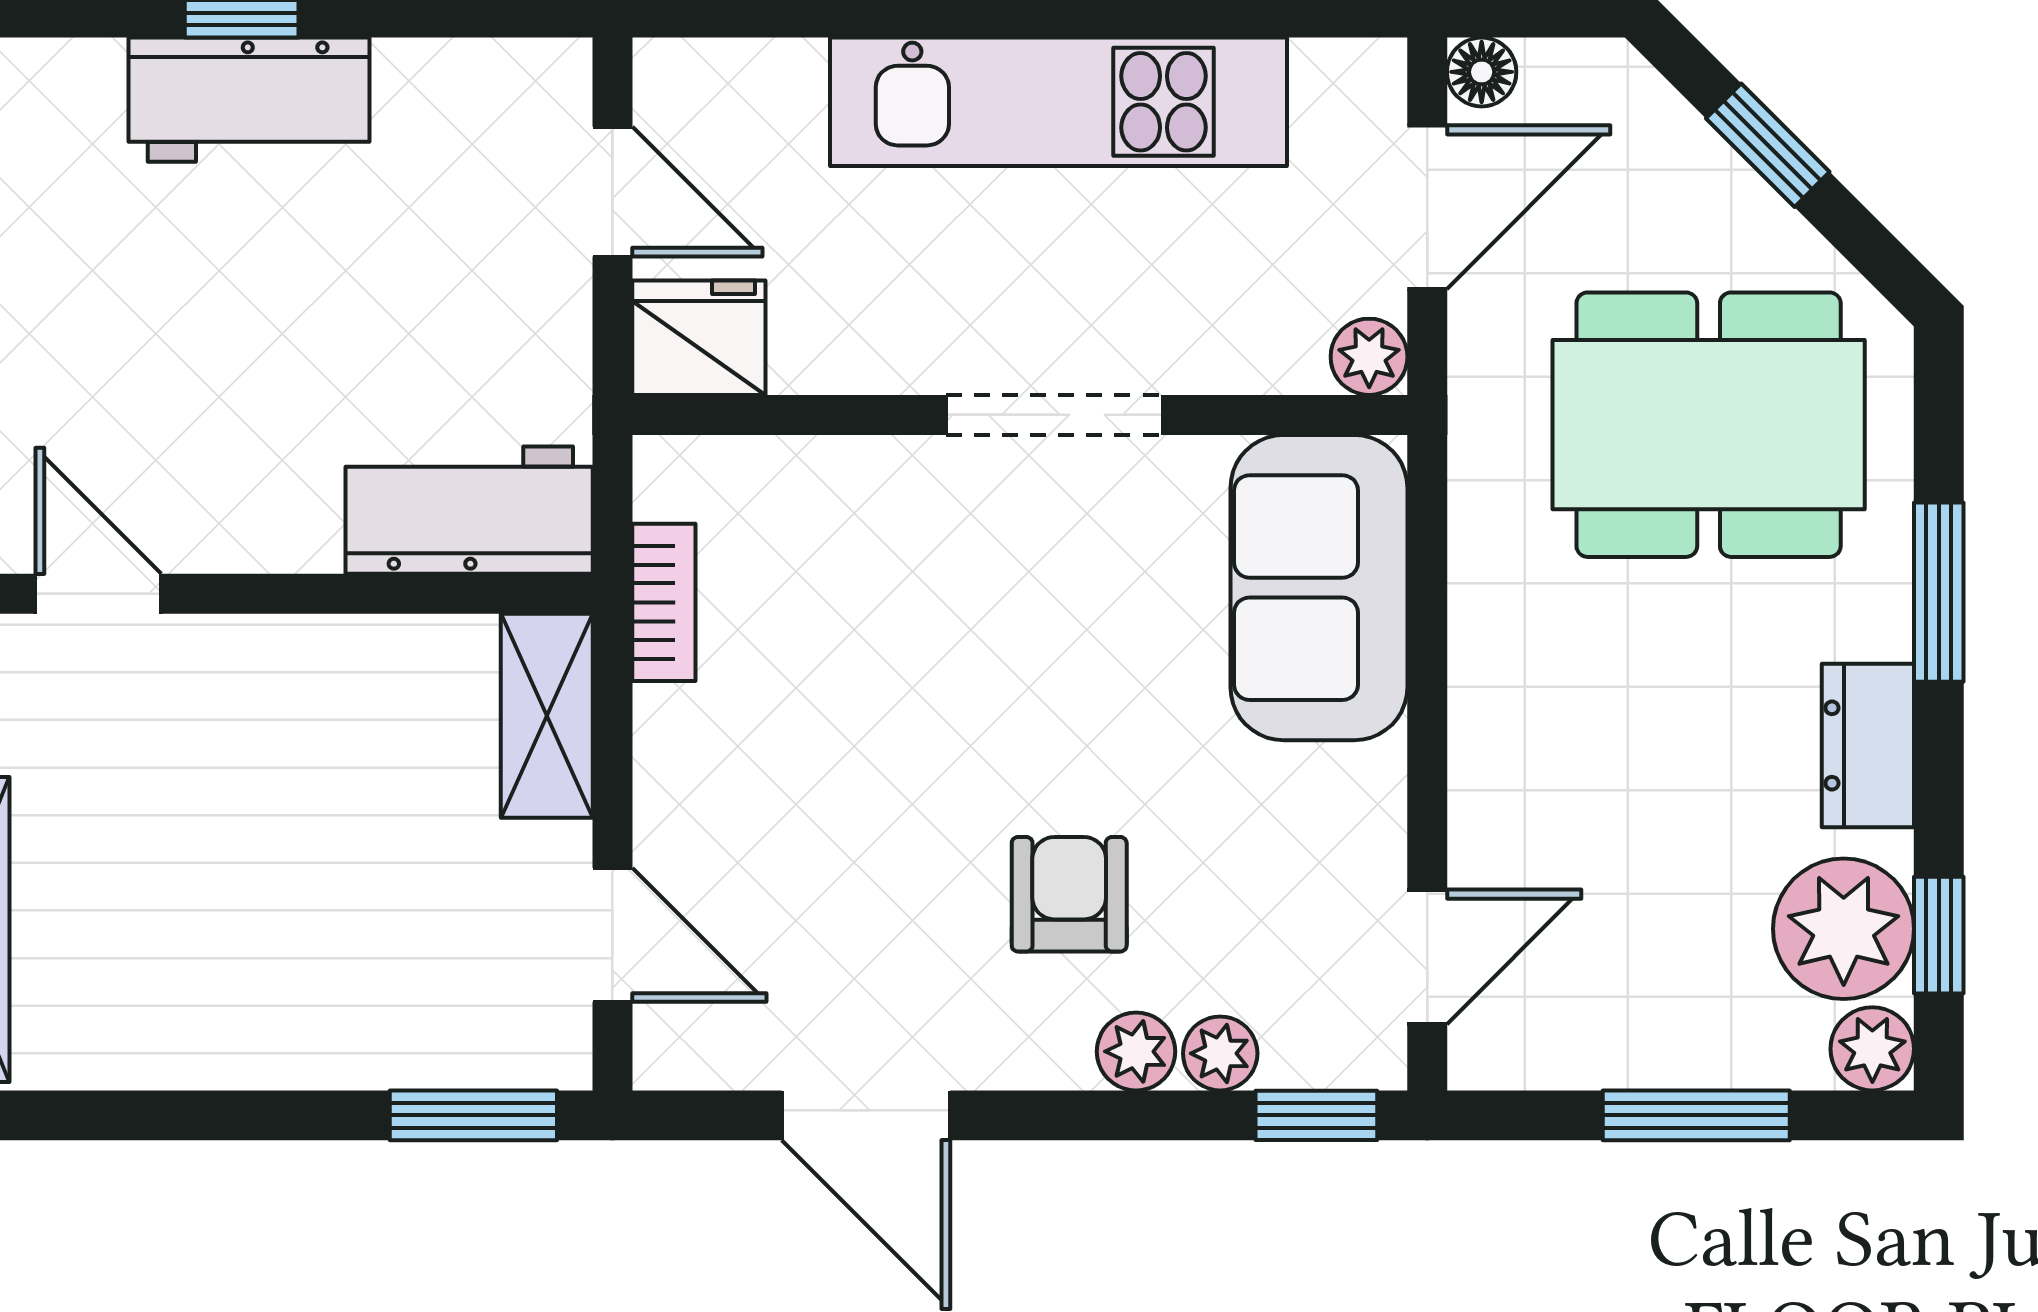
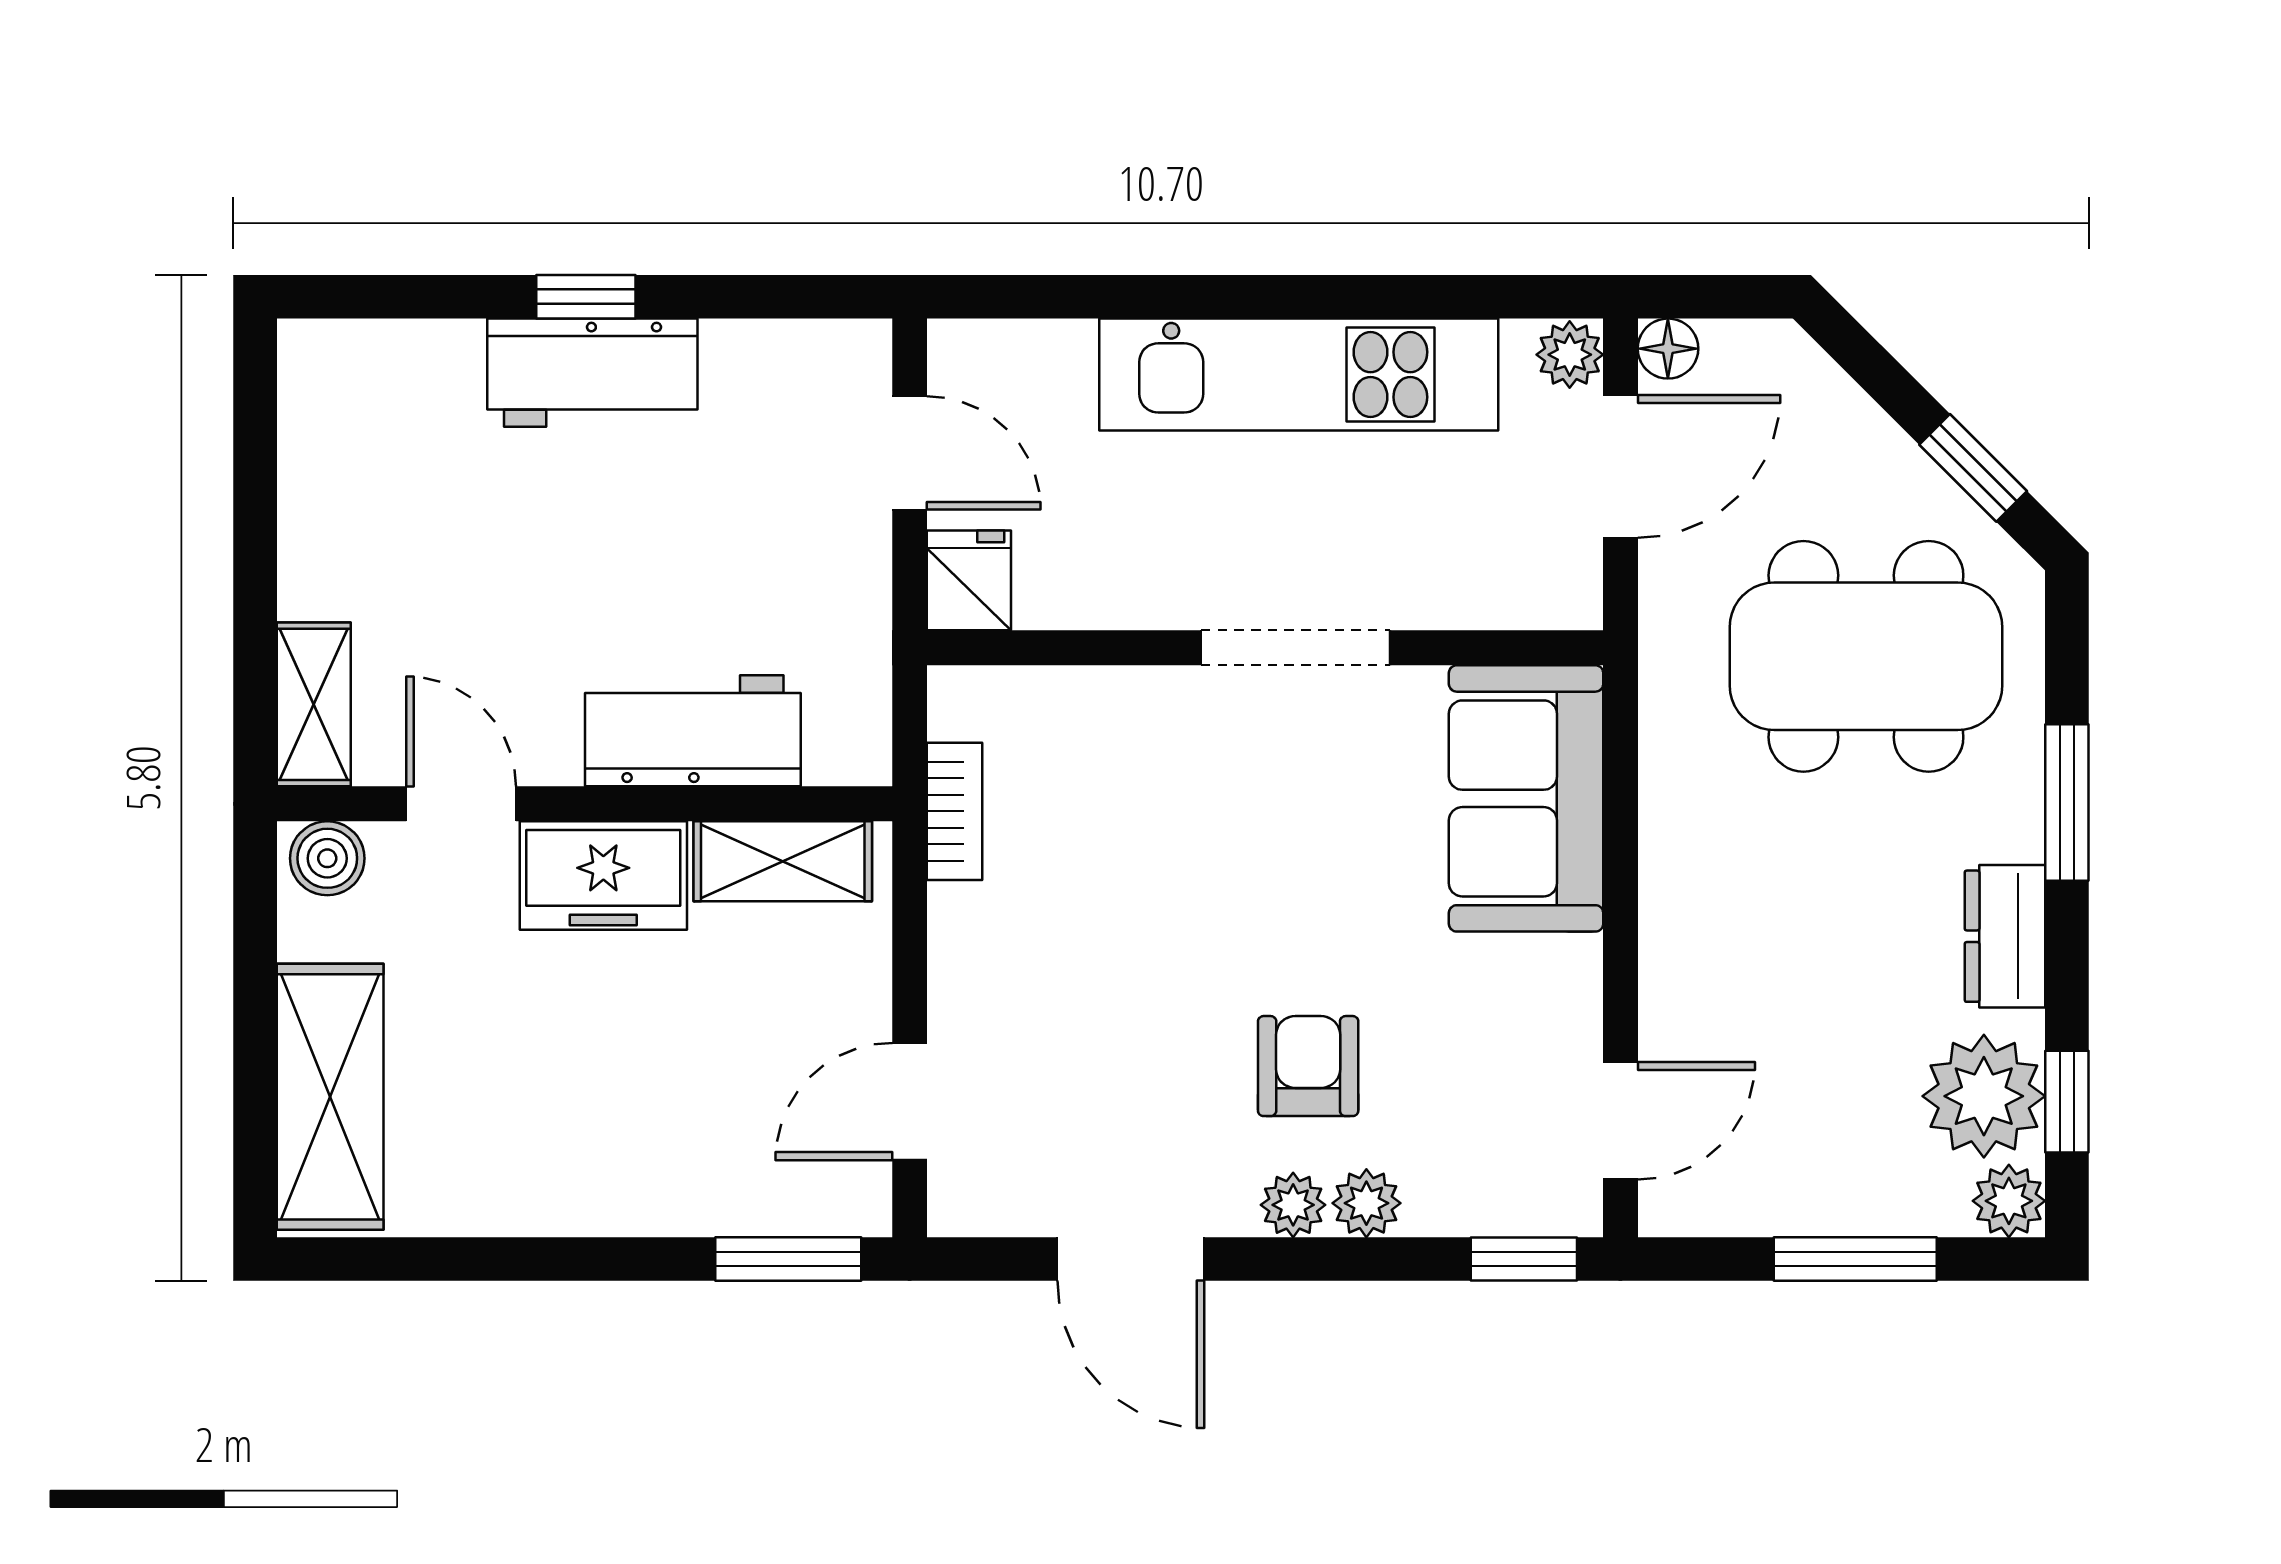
window: (1768, 145) -> (1973, 468), moved
fridge: (699, 338) -> (969, 580), width x0.72
plant: (1369, 357) -> (1570, 355), moved
workbench: (469, 510) -> (693, 731), moved
freezer: (261, 676) -> (603, 875), added
shelving: (547, 716) -> (783, 861), moved, turned 90
door: (612, 935) -> (910, 1102), swing flipped
plant: (1220, 1053) -> (1293, 1205), moved

